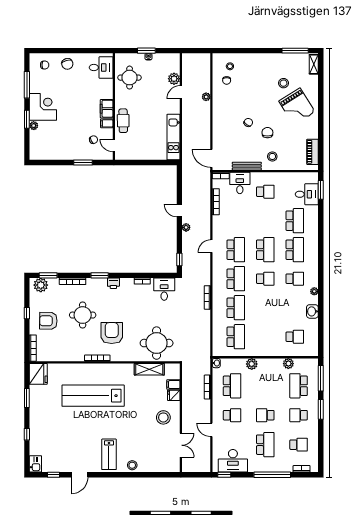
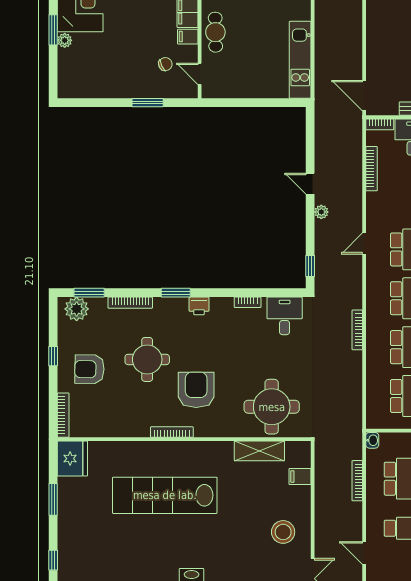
fridge: (174, 395) -> (301, 495), removed

